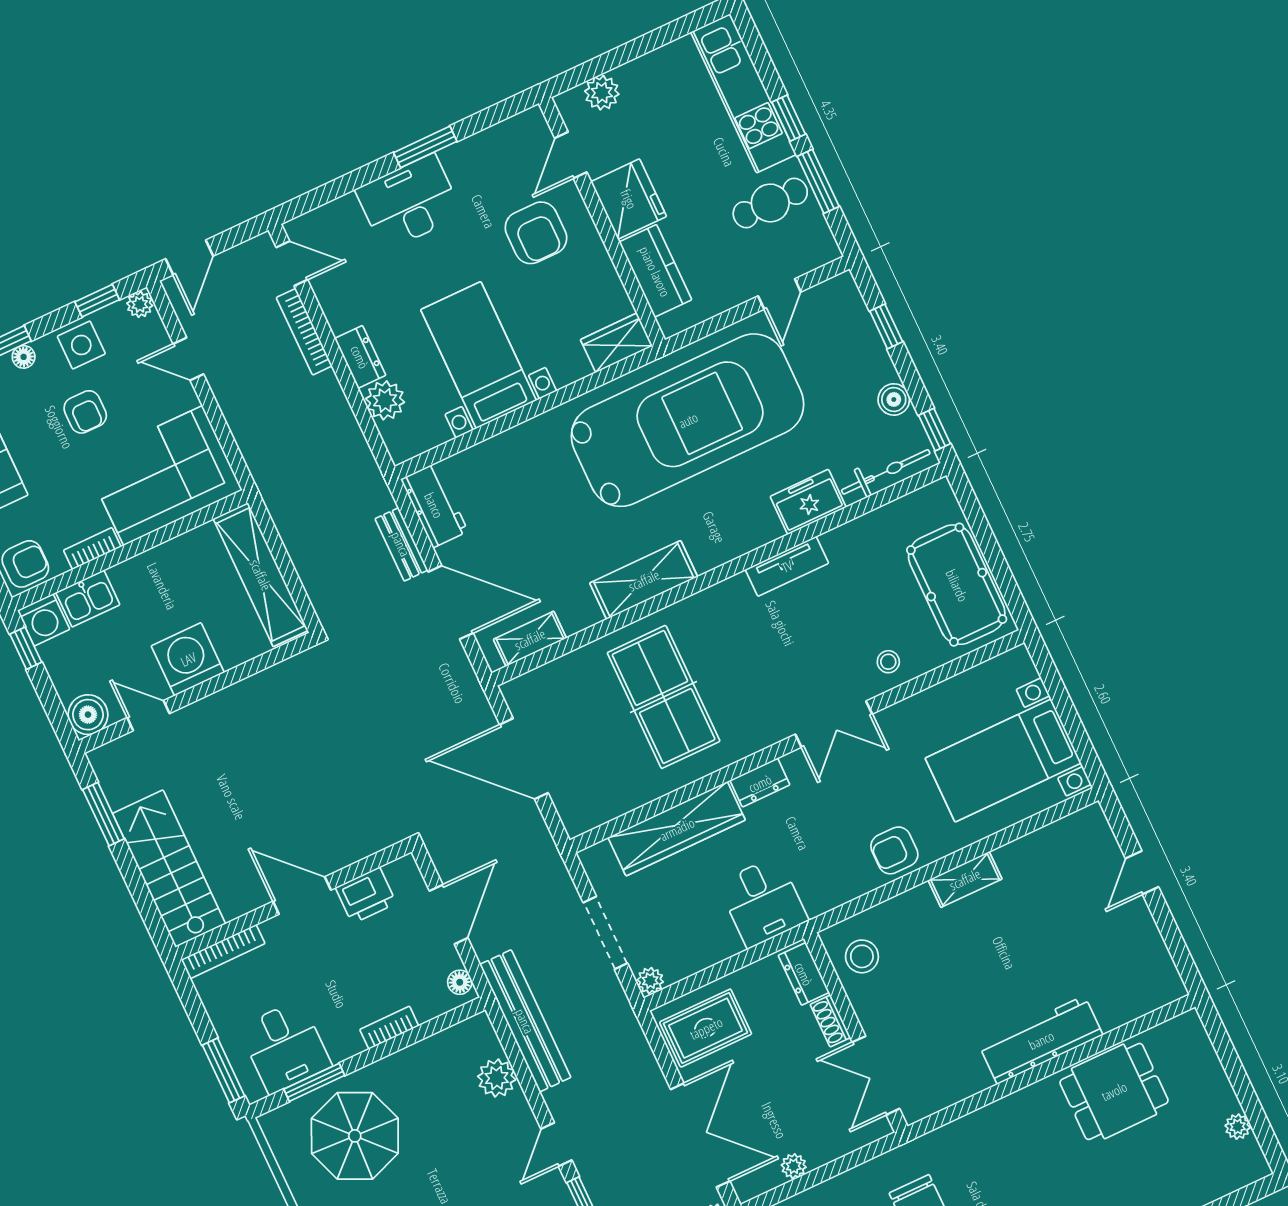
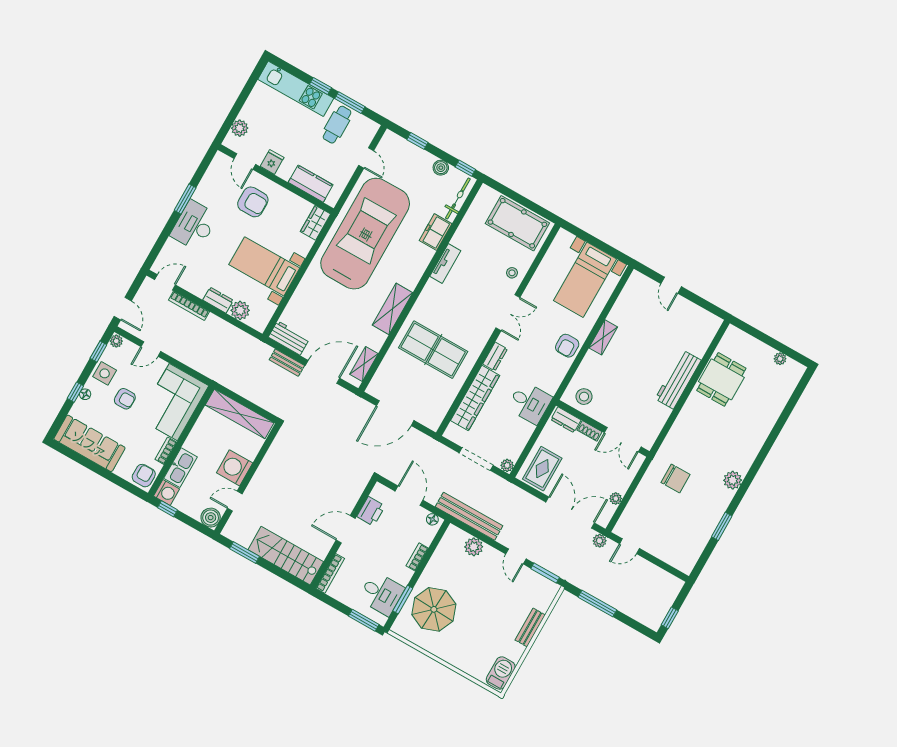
fridge: (629, 199) -> (272, 162), width x0.53, depth x0.75
kitchen sink: (88, 599) -> (180, 468), width x1.38

